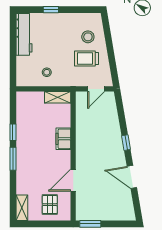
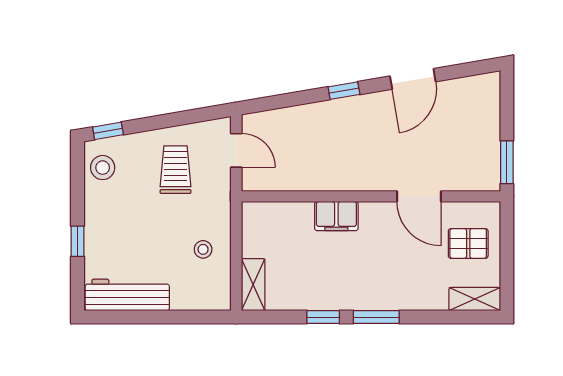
window: (106, 25) -> (108, 131), added
stool: (88, 37) -> (103, 168), moved
trolley: (87, 59) -> (175, 170), turned 180
shelving: (58, 97) -> (253, 285), moved

